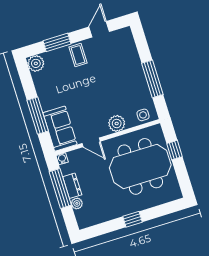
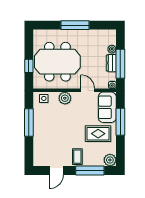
window: (57, 42) -> (90, 170), width x1.44
rug: (61, 92) -> (98, 134), added
window: (133, 219) -> (75, 25), width x2.17

